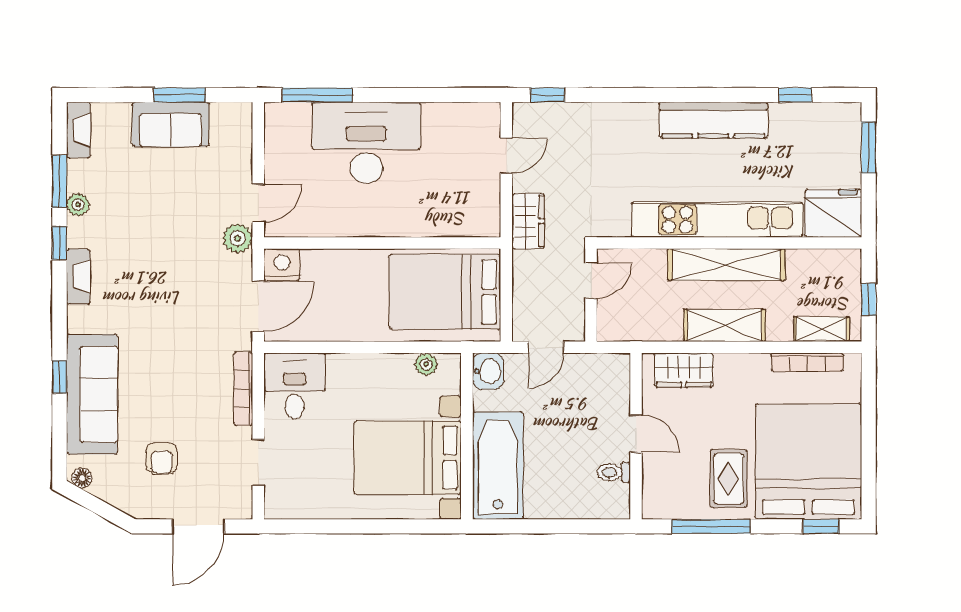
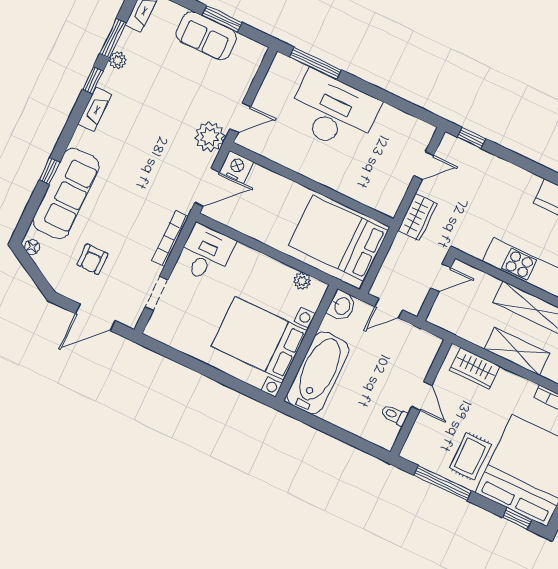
plant: (238, 238) -> (210, 137), width x1.36, depth x1.36

